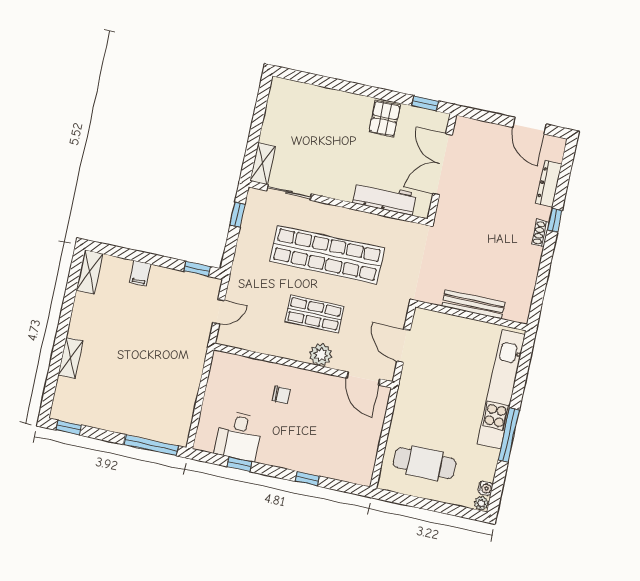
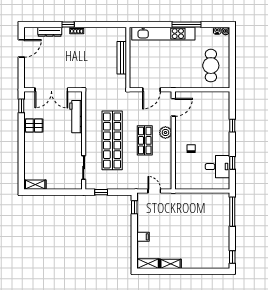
shelving: (263, 163) -> (35, 185), moved
shelving: (71, 358) -> (171, 264), moved

